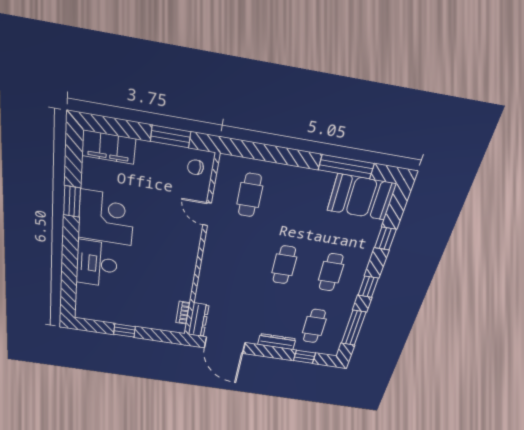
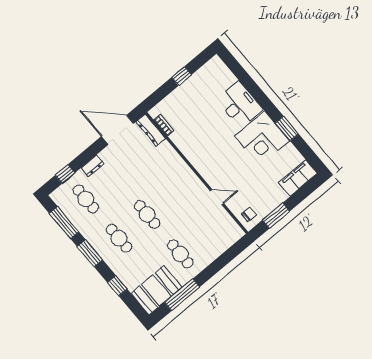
cafe table: (250, 195) -> (180, 254), moved
window: (368, 287) -> (90, 253), width x1.50
dresser: (277, 342) -> (93, 166), width x0.70

